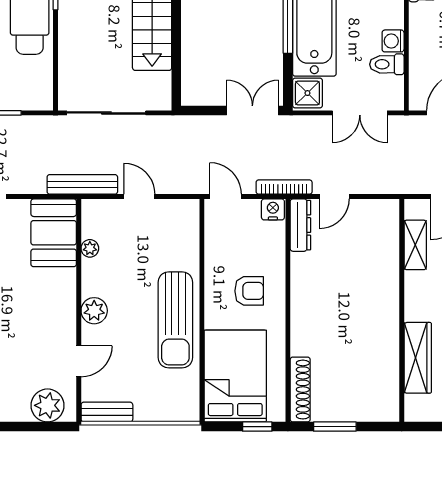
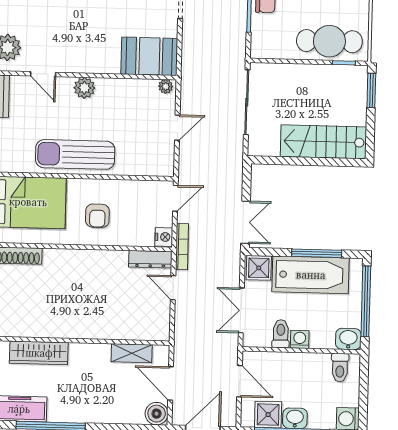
bench: (82, 184) -> (189, 81), removed
plant: (90, 248) -> (166, 86), moved

